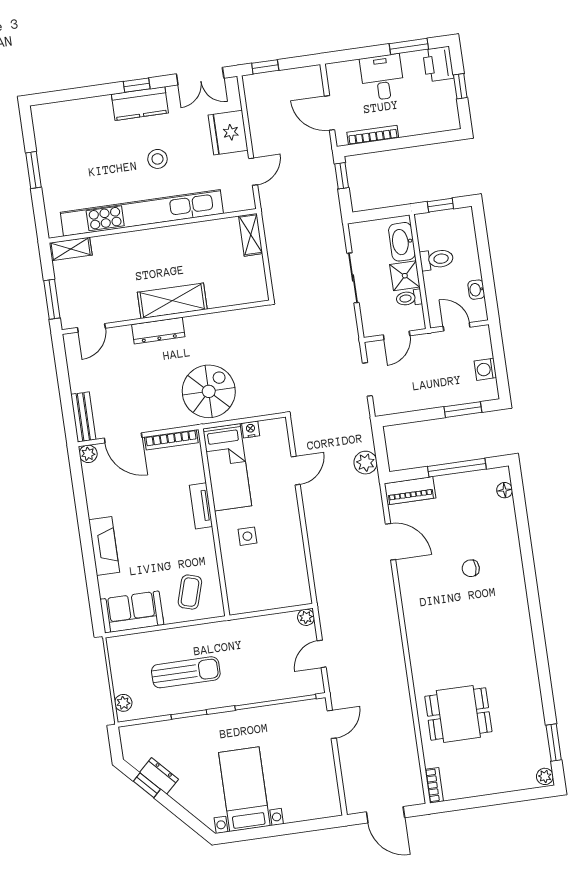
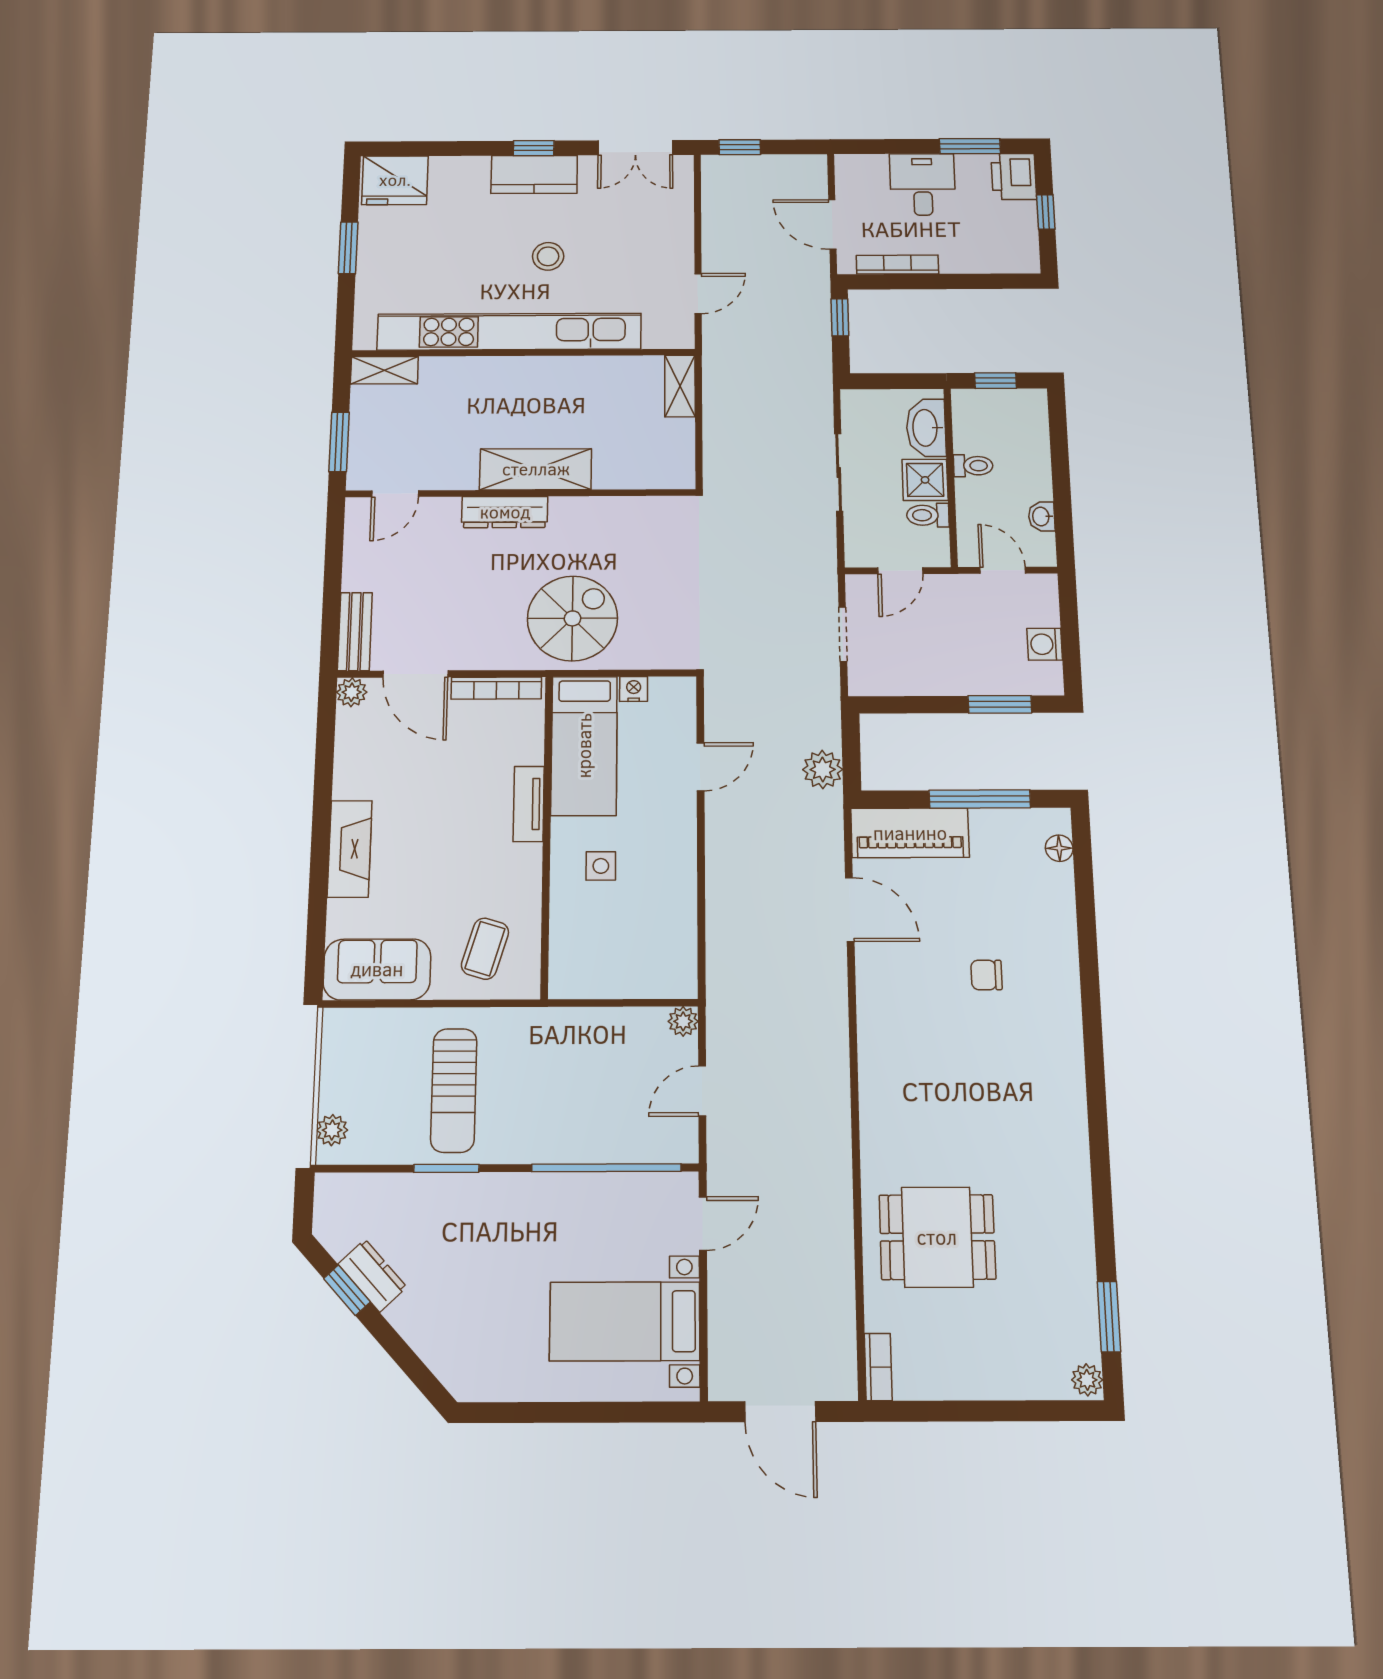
fridge: (228, 133) -> (395, 180), moved, turned -90
toilet: (437, 259) -> (973, 466), width x0.73, depth x0.72
piano: (410, 491) -> (910, 833), width x1.37, depth x1.33
sun lounger: (186, 672) -> (454, 1090), turned 90
bed with nightstands: (244, 789) -> (625, 1321), moved, turned -90

